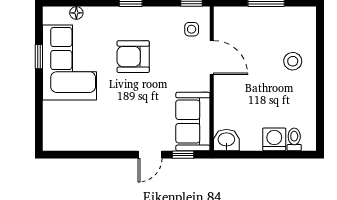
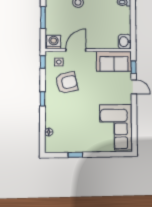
armchair: (133, 57) -> (67, 83), moved, turned -102
corner sofa: (70, 62) -> (116, 127), moved, turned -90
washing machine: (274, 139) -> (54, 42), moved, turned 90

